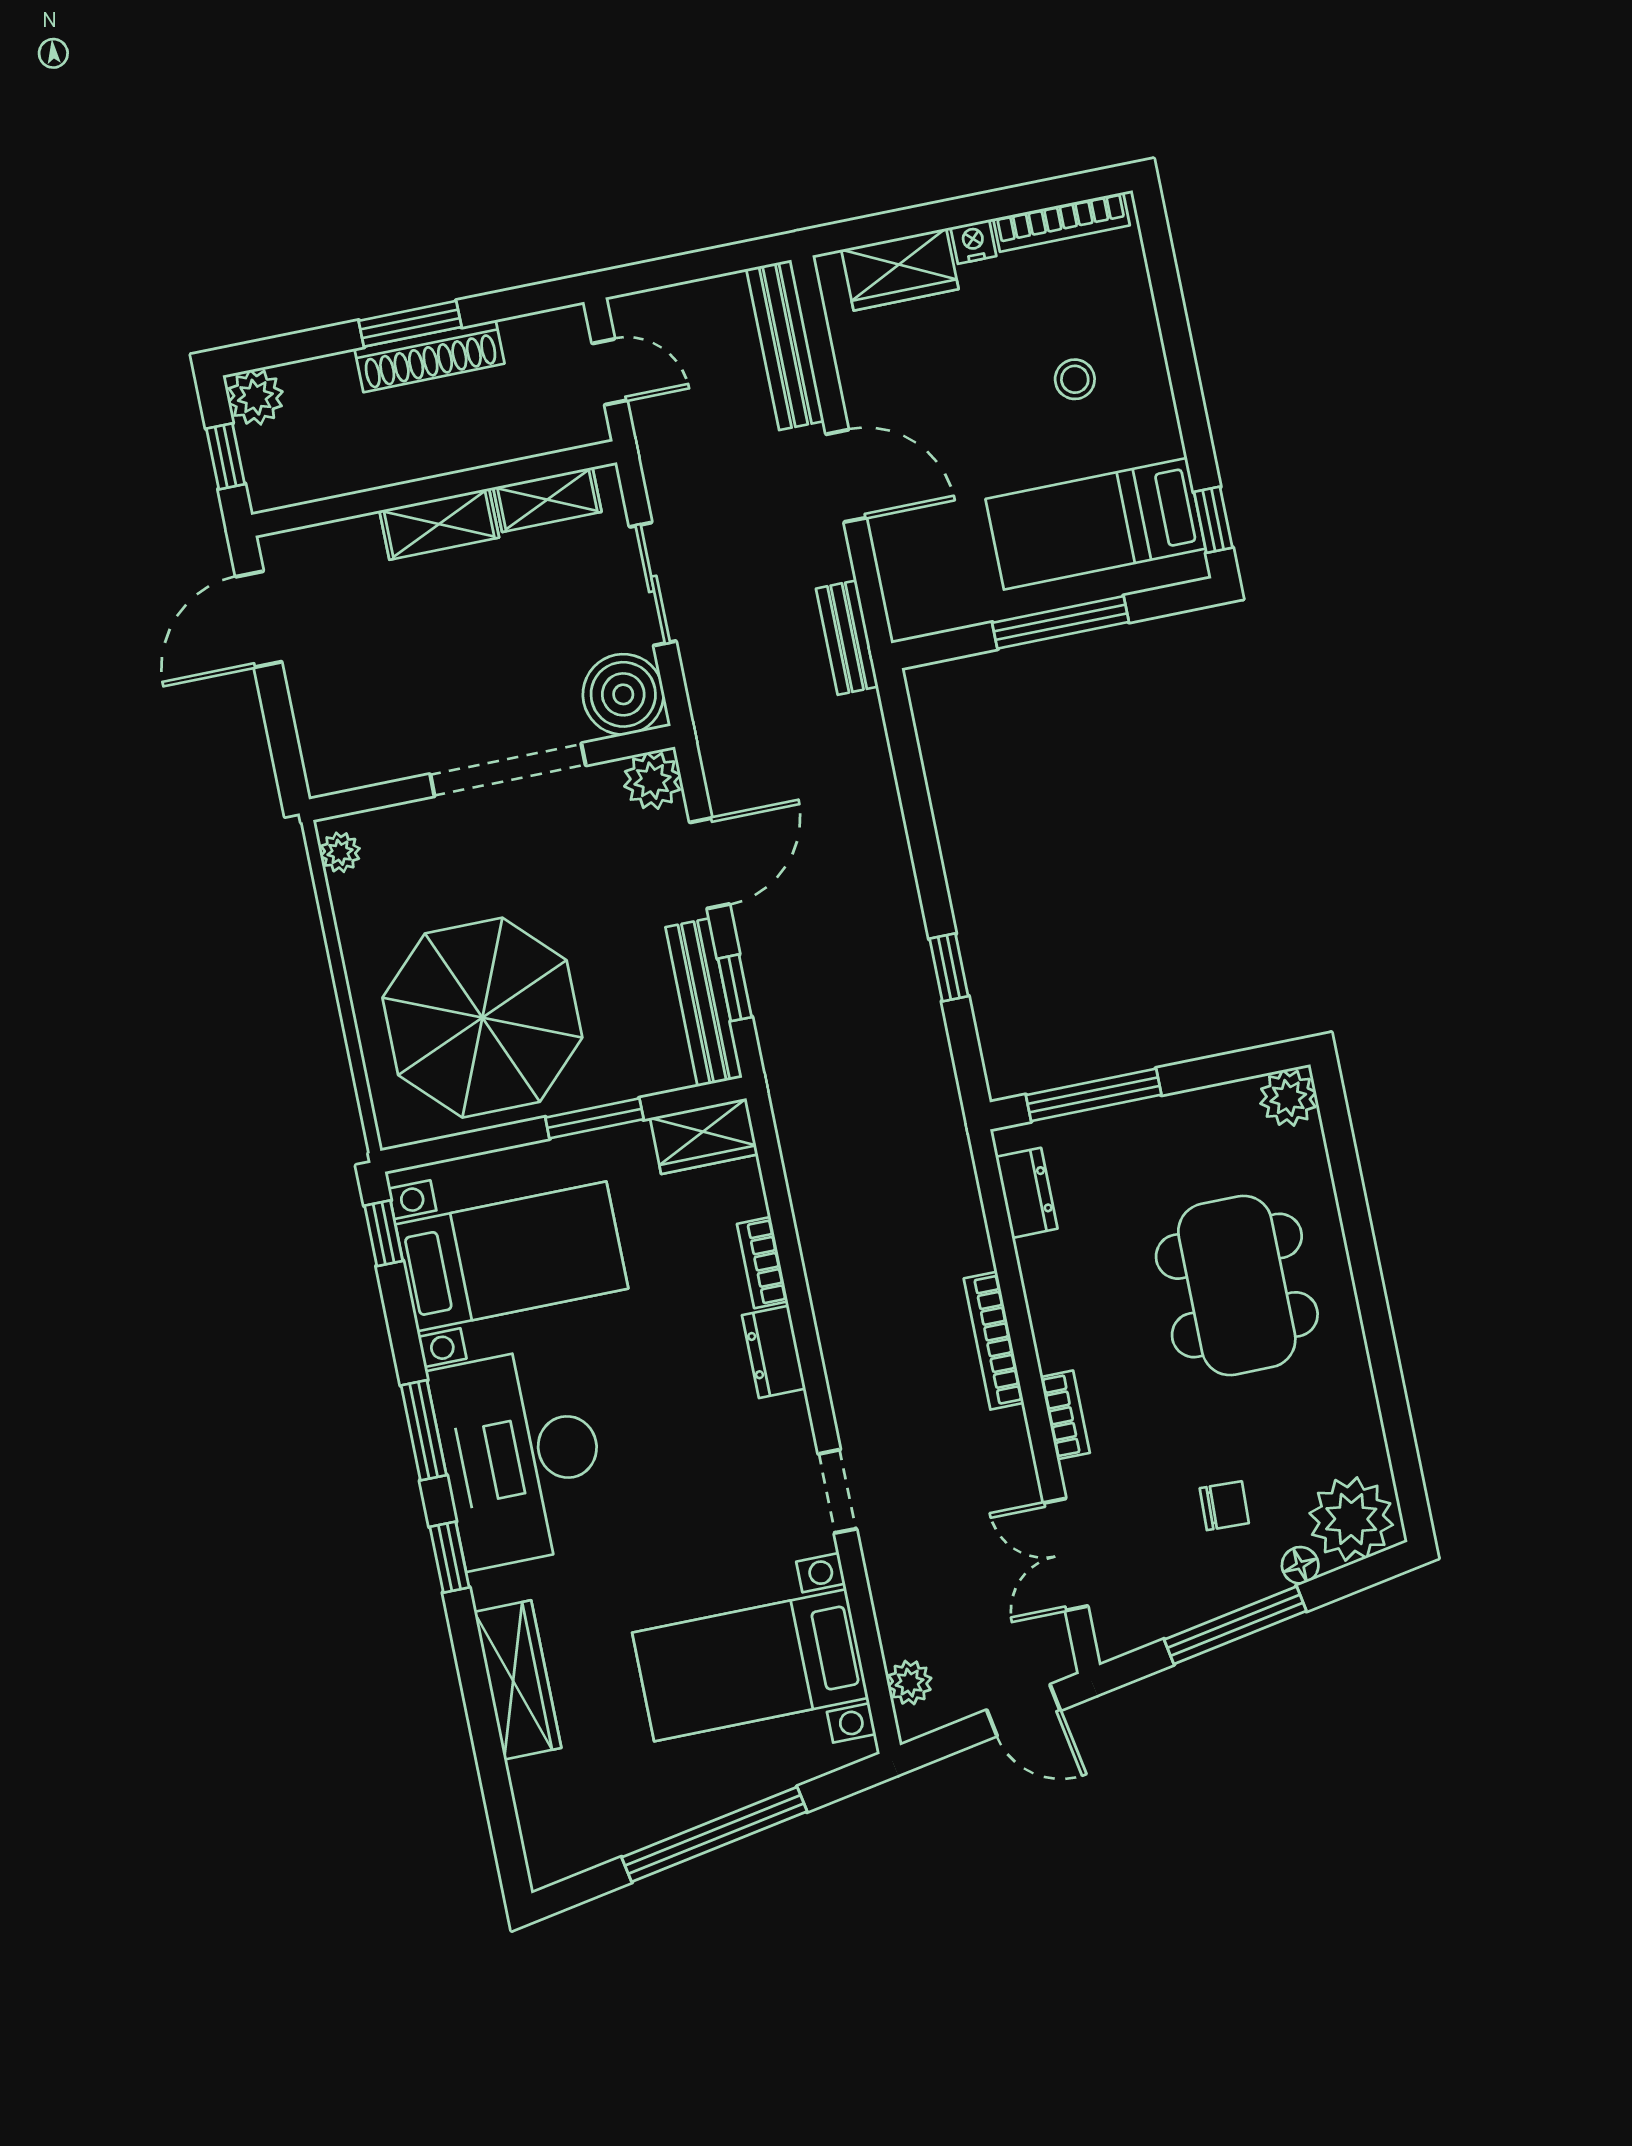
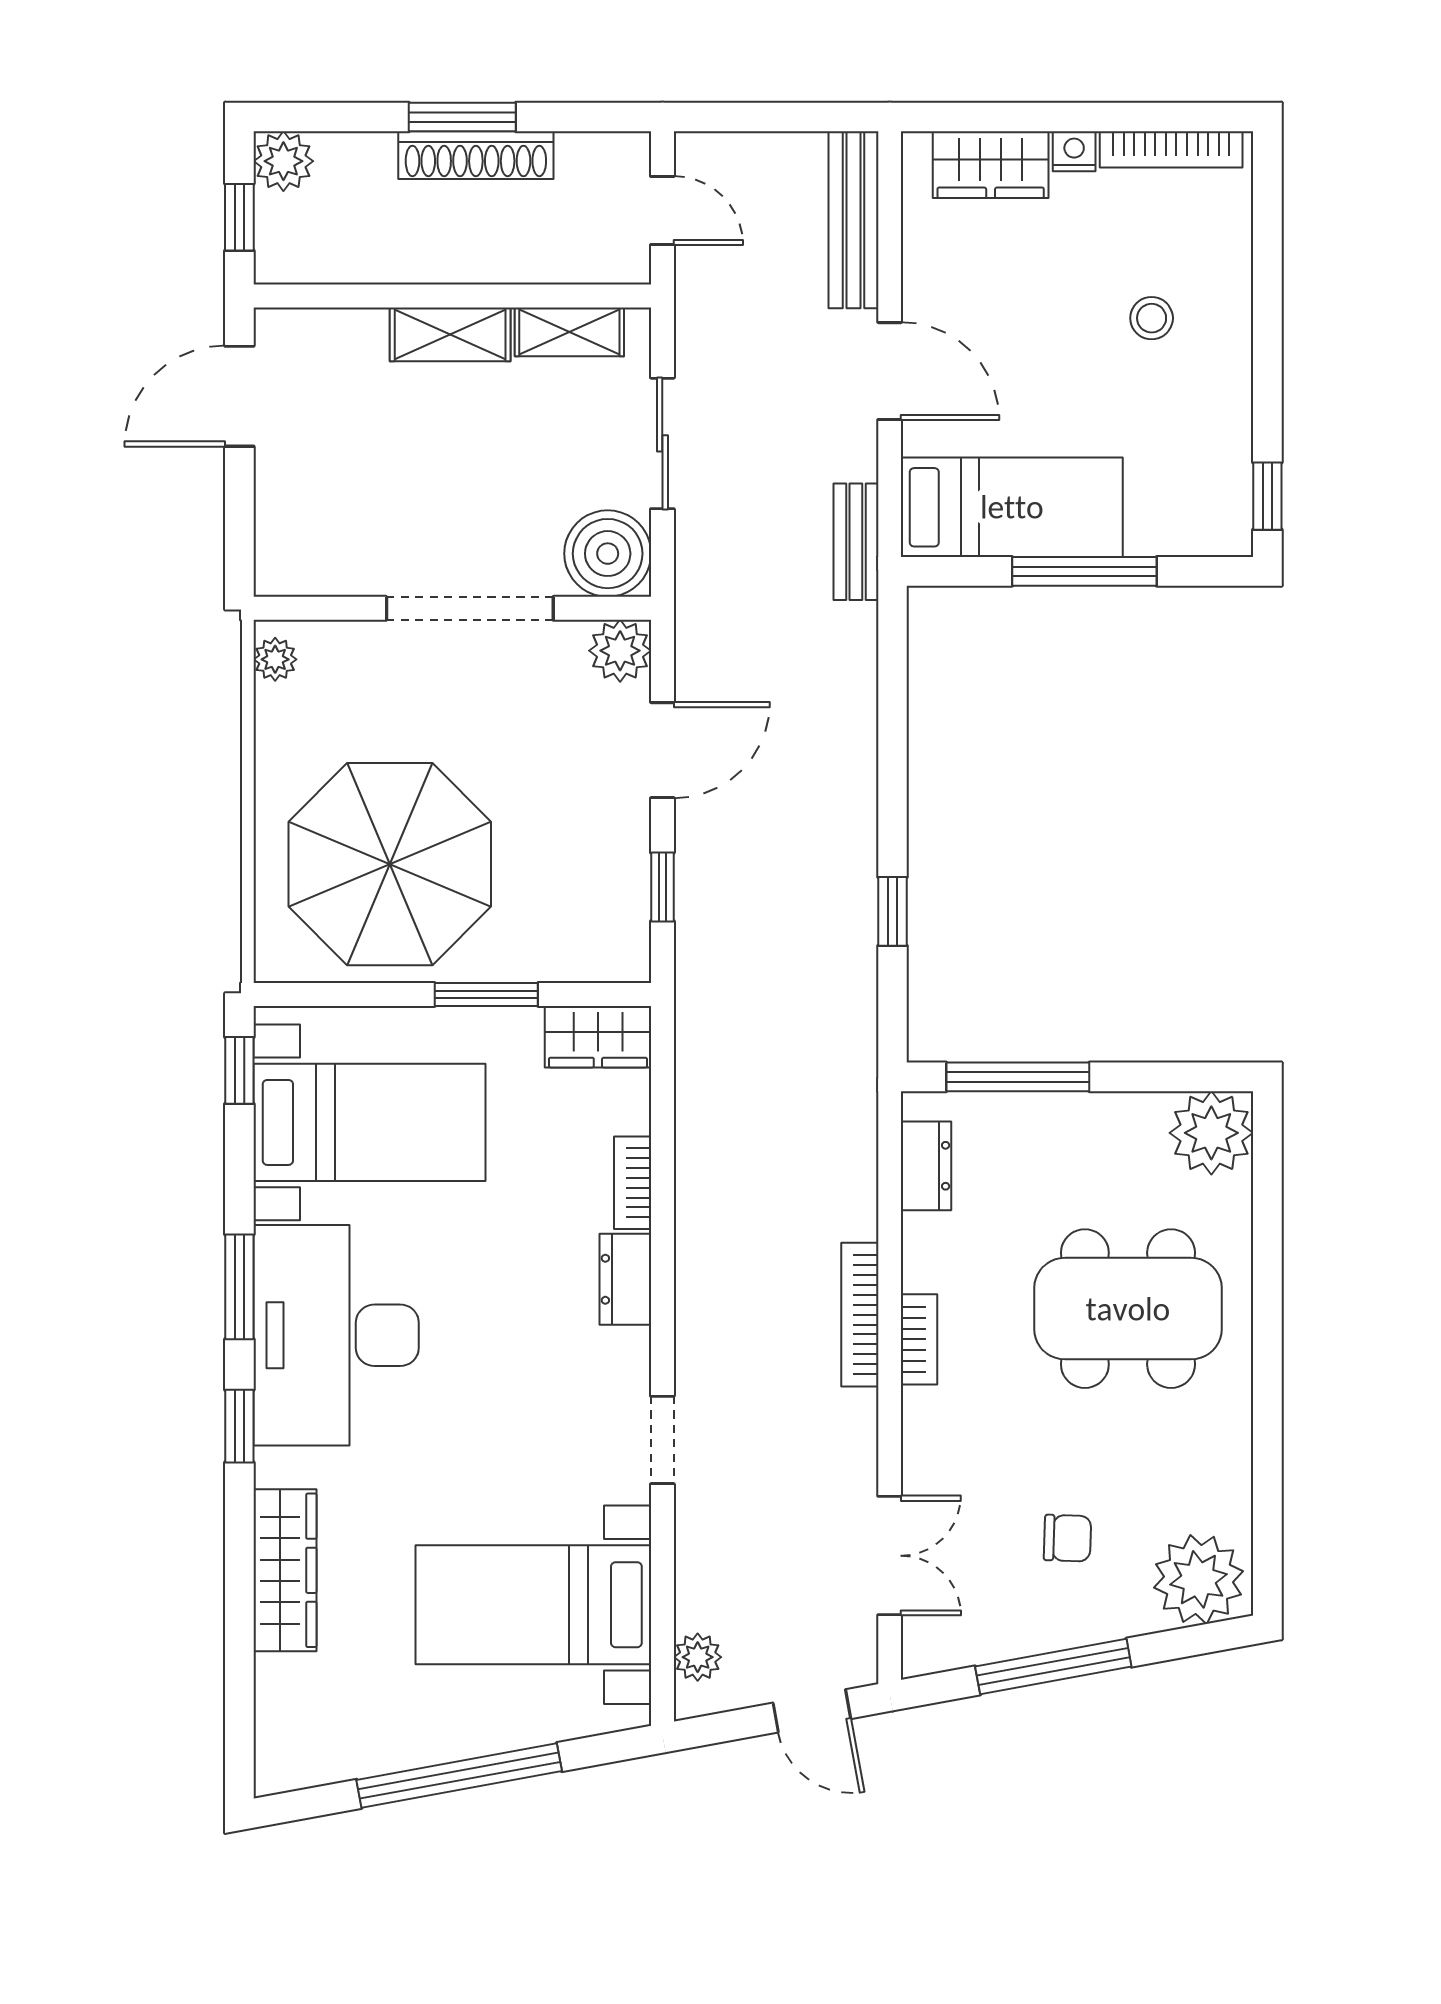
bed: (1096, 524) -> (1012, 507), moved, turned 180
bench: (704, 1002) -> (627, 896), removed
plant: (1288, 1098) -> (1211, 1133), width x1.36, depth x1.36
dining table: (1237, 1285) -> (1128, 1309), turned 90
bookcase: (1065, 1415) -> (919, 1339), moved
double door: (1066, 1554) -> (890, 1556), swing flipped
floor lamp: (1300, 1565) -> (1135, 1617), removed

